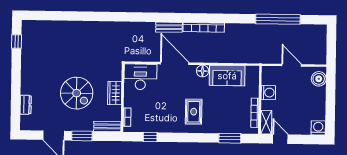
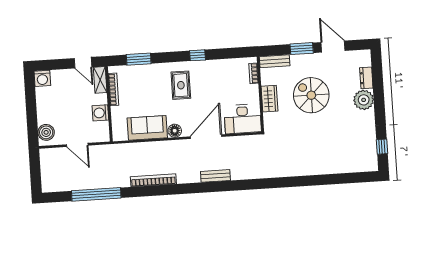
bookcase: (204, 27) -> (153, 180), moved
door: (175, 63) -> (206, 137), swing flipped
plant: (30, 85) -> (364, 100), added
window: (150, 137) -> (197, 55), moved

